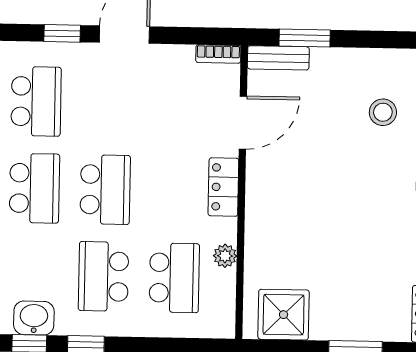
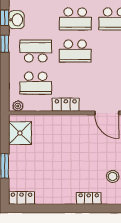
locker: (223, 187) -> (66, 105), moved
plant: (225, 256) -> (18, 106), moved

